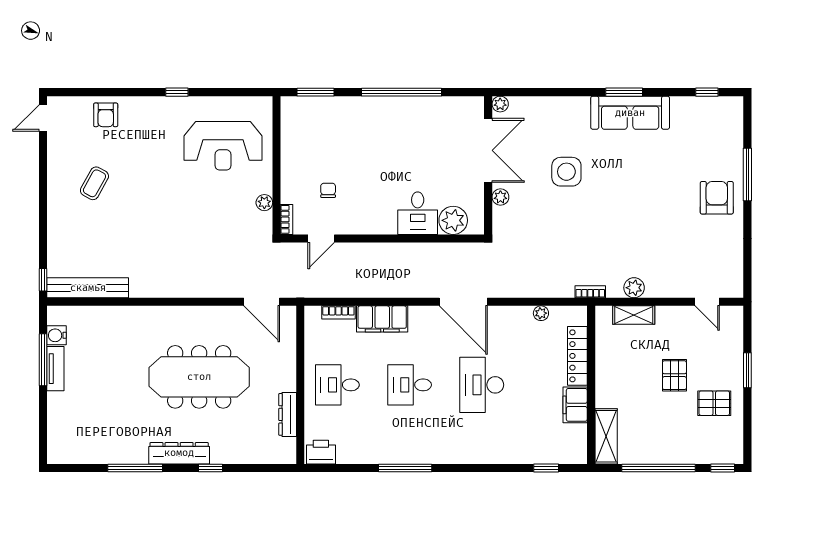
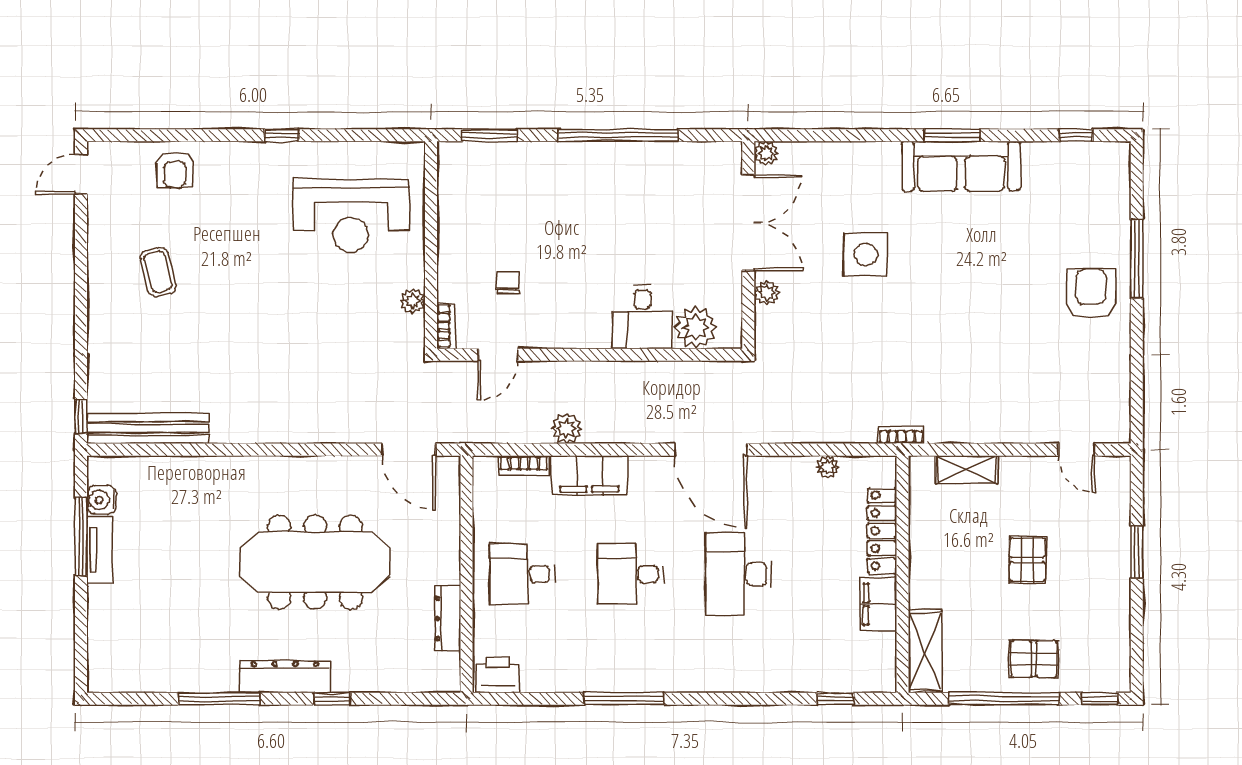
coffee table: (94, 183) -> (158, 272), turned -43
plant: (634, 288) -> (566, 429), moved
pallet: (714, 403) -> (1034, 659), moved

